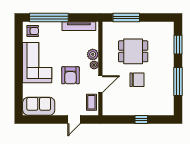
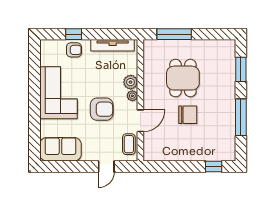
window: (49, 17) -> (74, 34), width x0.32
armchair: (33, 31) -> (74, 50), moved
dining table: (133, 51) -> (183, 78), turned 90
armchair: (71, 75) -> (102, 109), turned -90
window: (141, 120) -> (214, 167), moved

